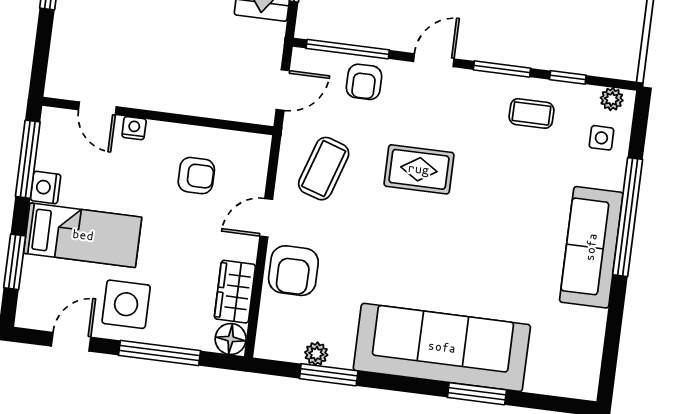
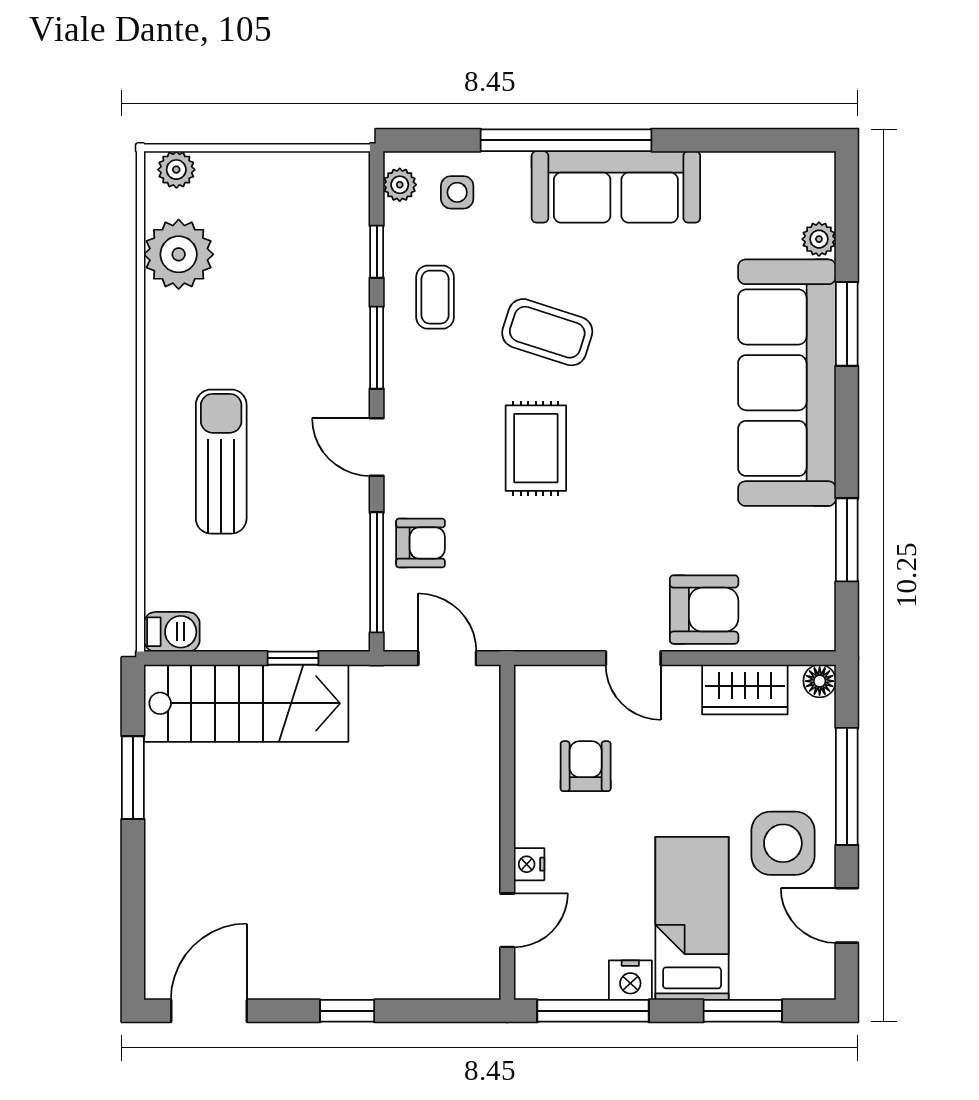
coffee table: (324, 169) -> (547, 332), moved
floor lamp: (231, 339) -> (820, 681), width x0.73, depth x0.73
plant: (316, 354) -> (819, 239), moved

